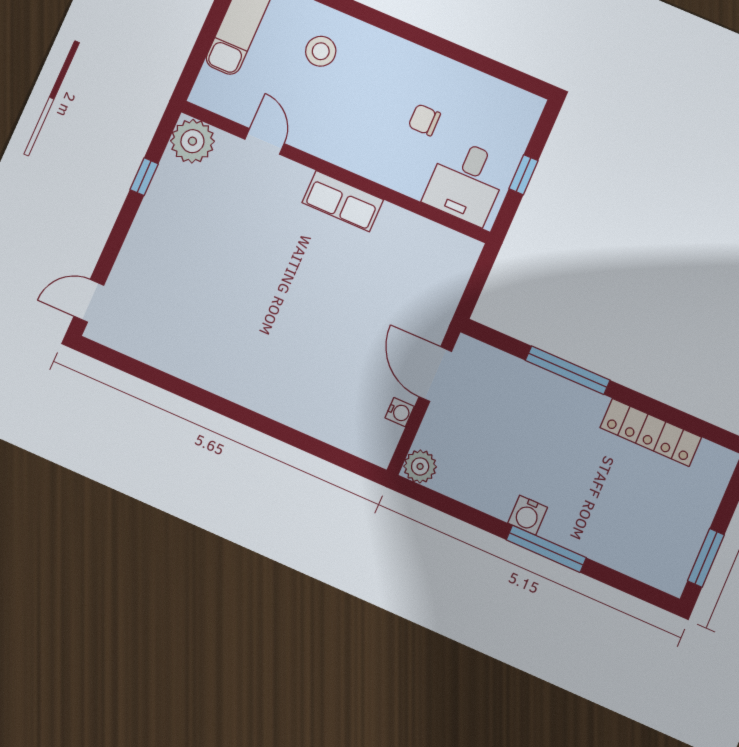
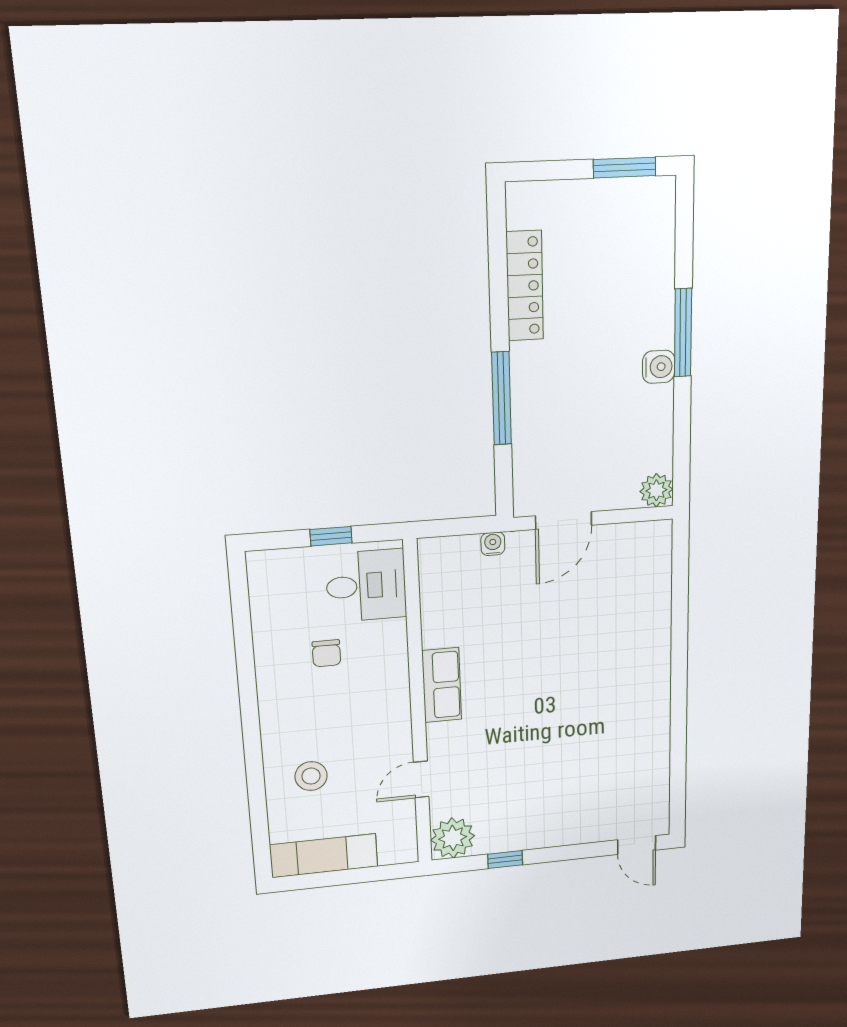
water cooler: (400, 412) -> (493, 544), moved

